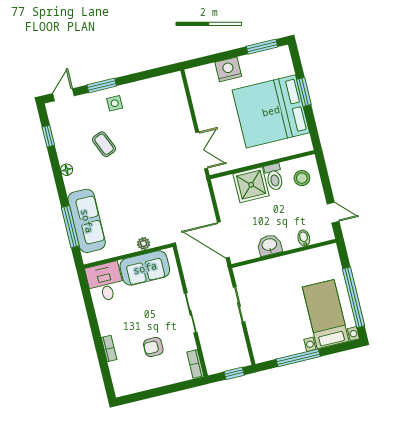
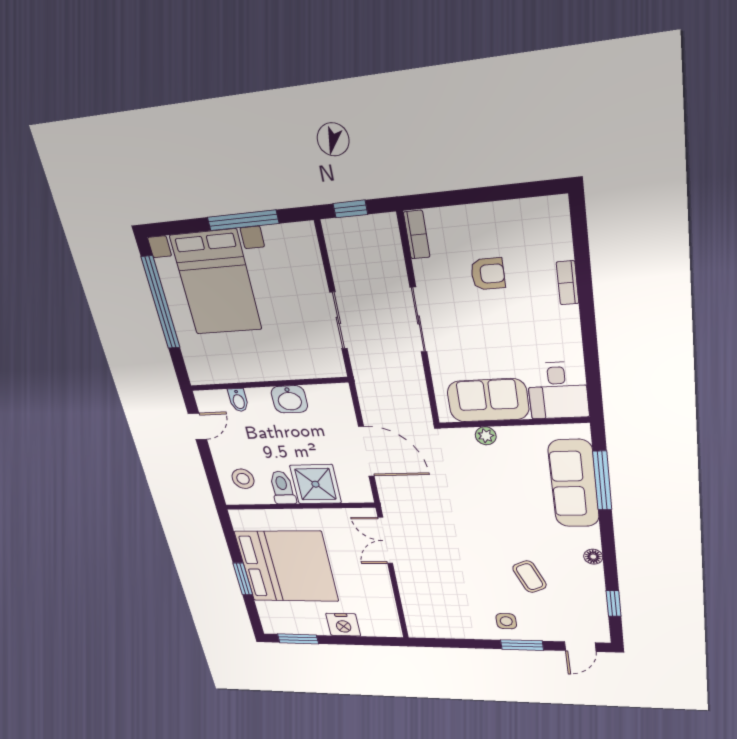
door: (333, 213) -> (197, 426), swing flipped
door: (223, 240) -> (366, 451), moved
bed with nightstands: (326, 314) -> (216, 283), width x1.36

